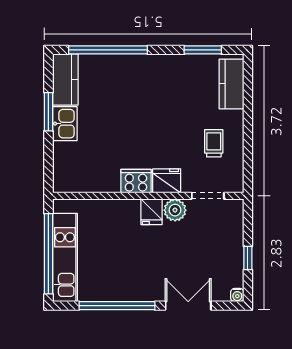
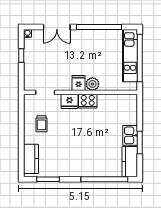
plant: (175, 210) -> (92, 84), moved

